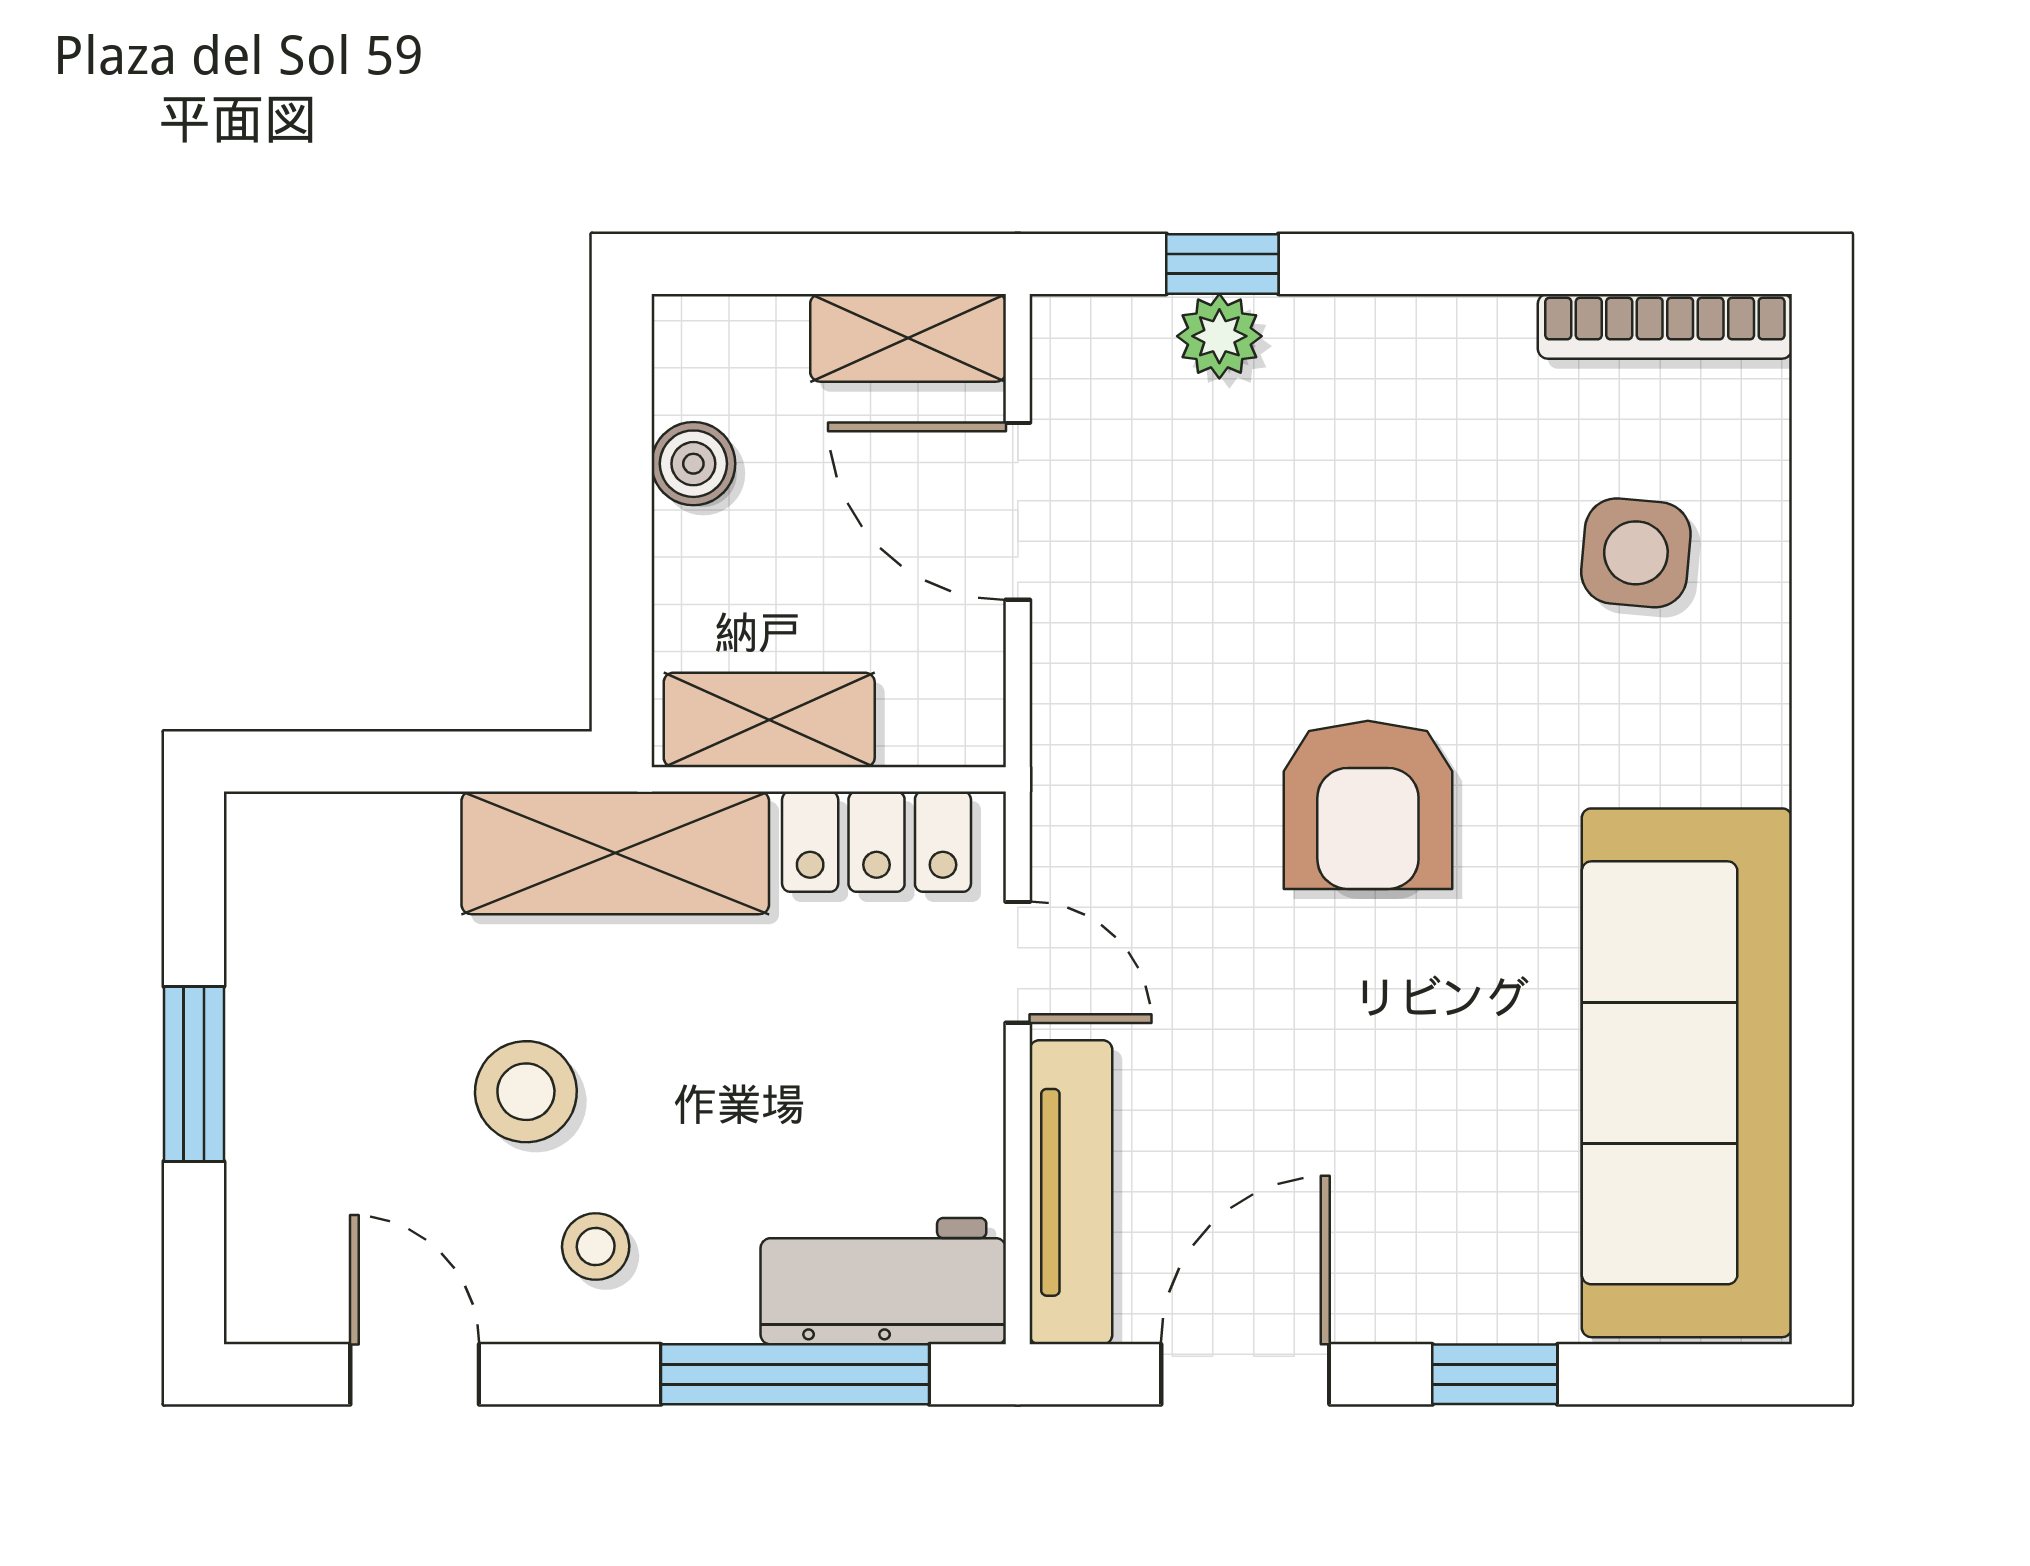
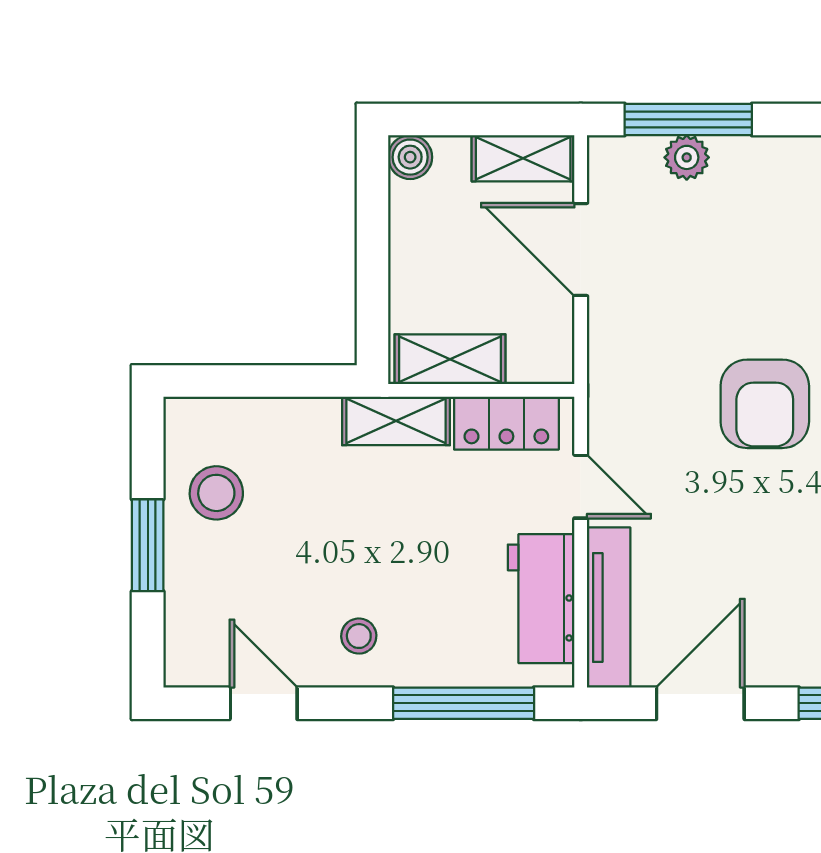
window: (1222, 264) -> (688, 119), width x2.17
boiler: (693, 464) -> (410, 157), moved
shelving: (615, 853) -> (396, 421), width x0.67, depth x0.75
stool: (526, 1092) -> (216, 493), moved
workbench: (883, 1281) -> (541, 599), moved, turned -90

